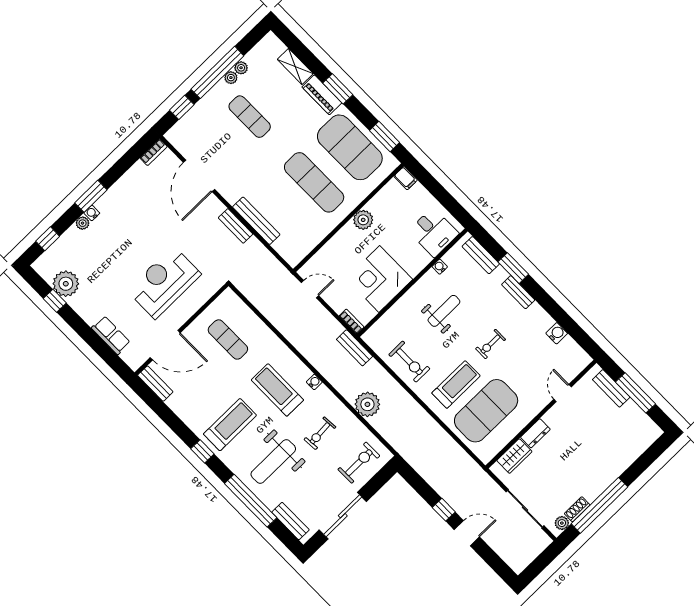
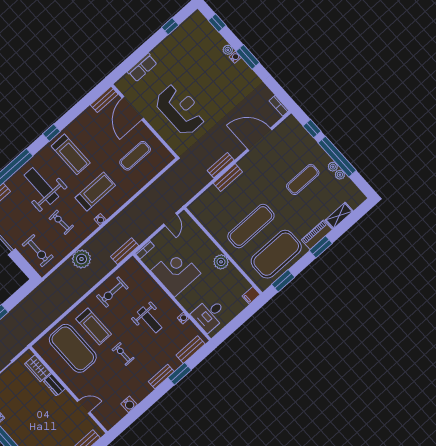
bench: (256, 221) -> (228, 177), width x0.73
plant: (66, 284) -> (183, 35), removed

